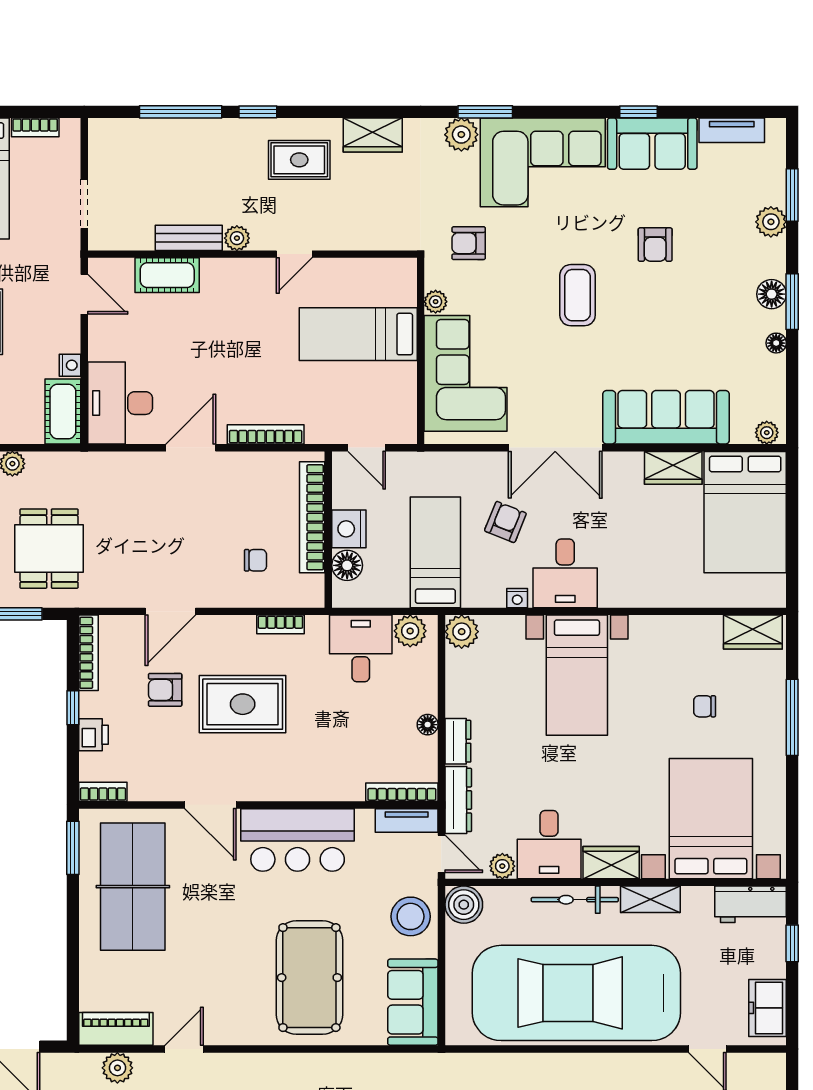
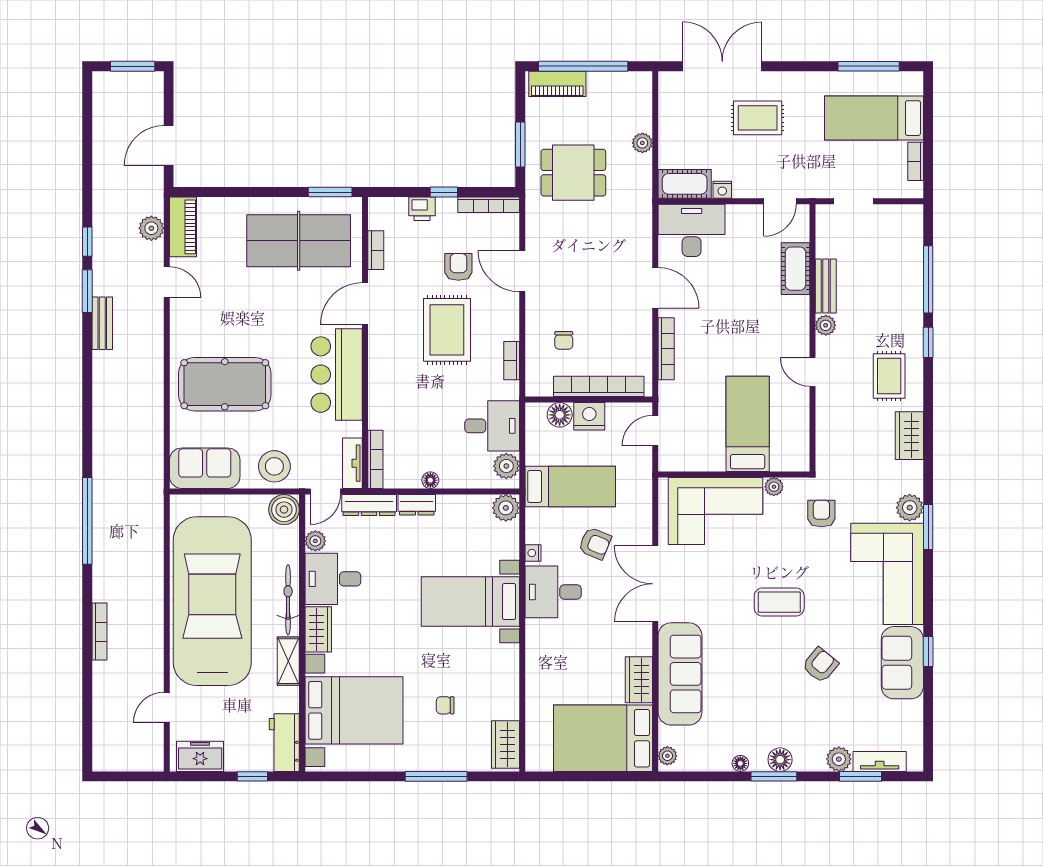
tv unit: (732, 130) -> (880, 761), moved, turned 90
armchair: (655, 245) -> (820, 665), turned 129
chair: (705, 706) -> (445, 705), turned -90
bookcase: (103, 792) -> (376, 250), moved

